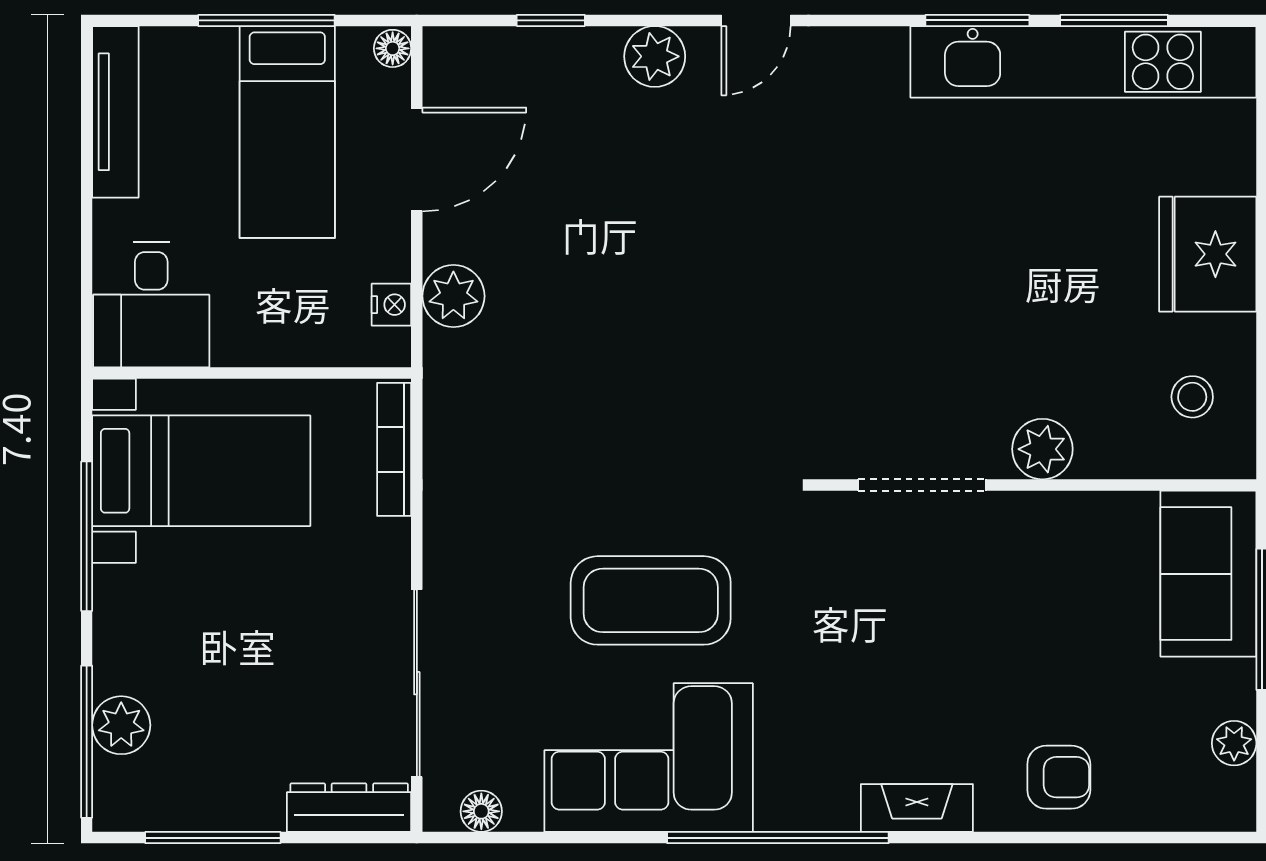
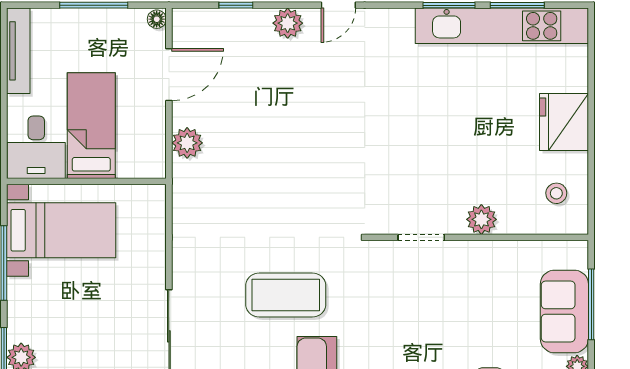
bed: (287, 132) -> (91, 126), moved, turned 180
nightstand: (391, 305) -> (156, 147), removed
bookcase: (394, 449) -> (158, 220), removed
doorway: (922, 485) -> (421, 237), width x0.73
sofa: (1208, 574) -> (564, 311), moved

